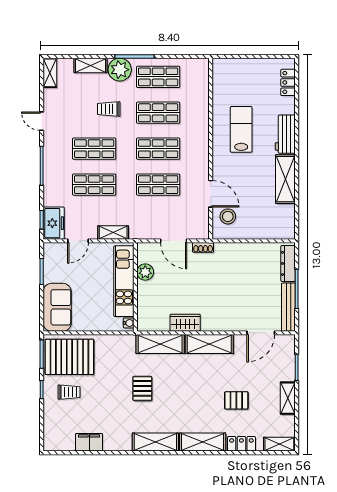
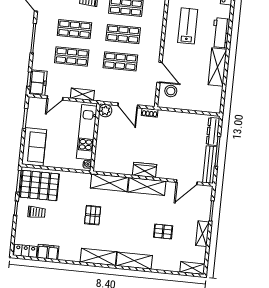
plant: (145, 272) -> (105, 111), moved
wardrobe: (185, 323) -> (145, 170), moved
locker: (241, 444) -> (25, 251), moved

